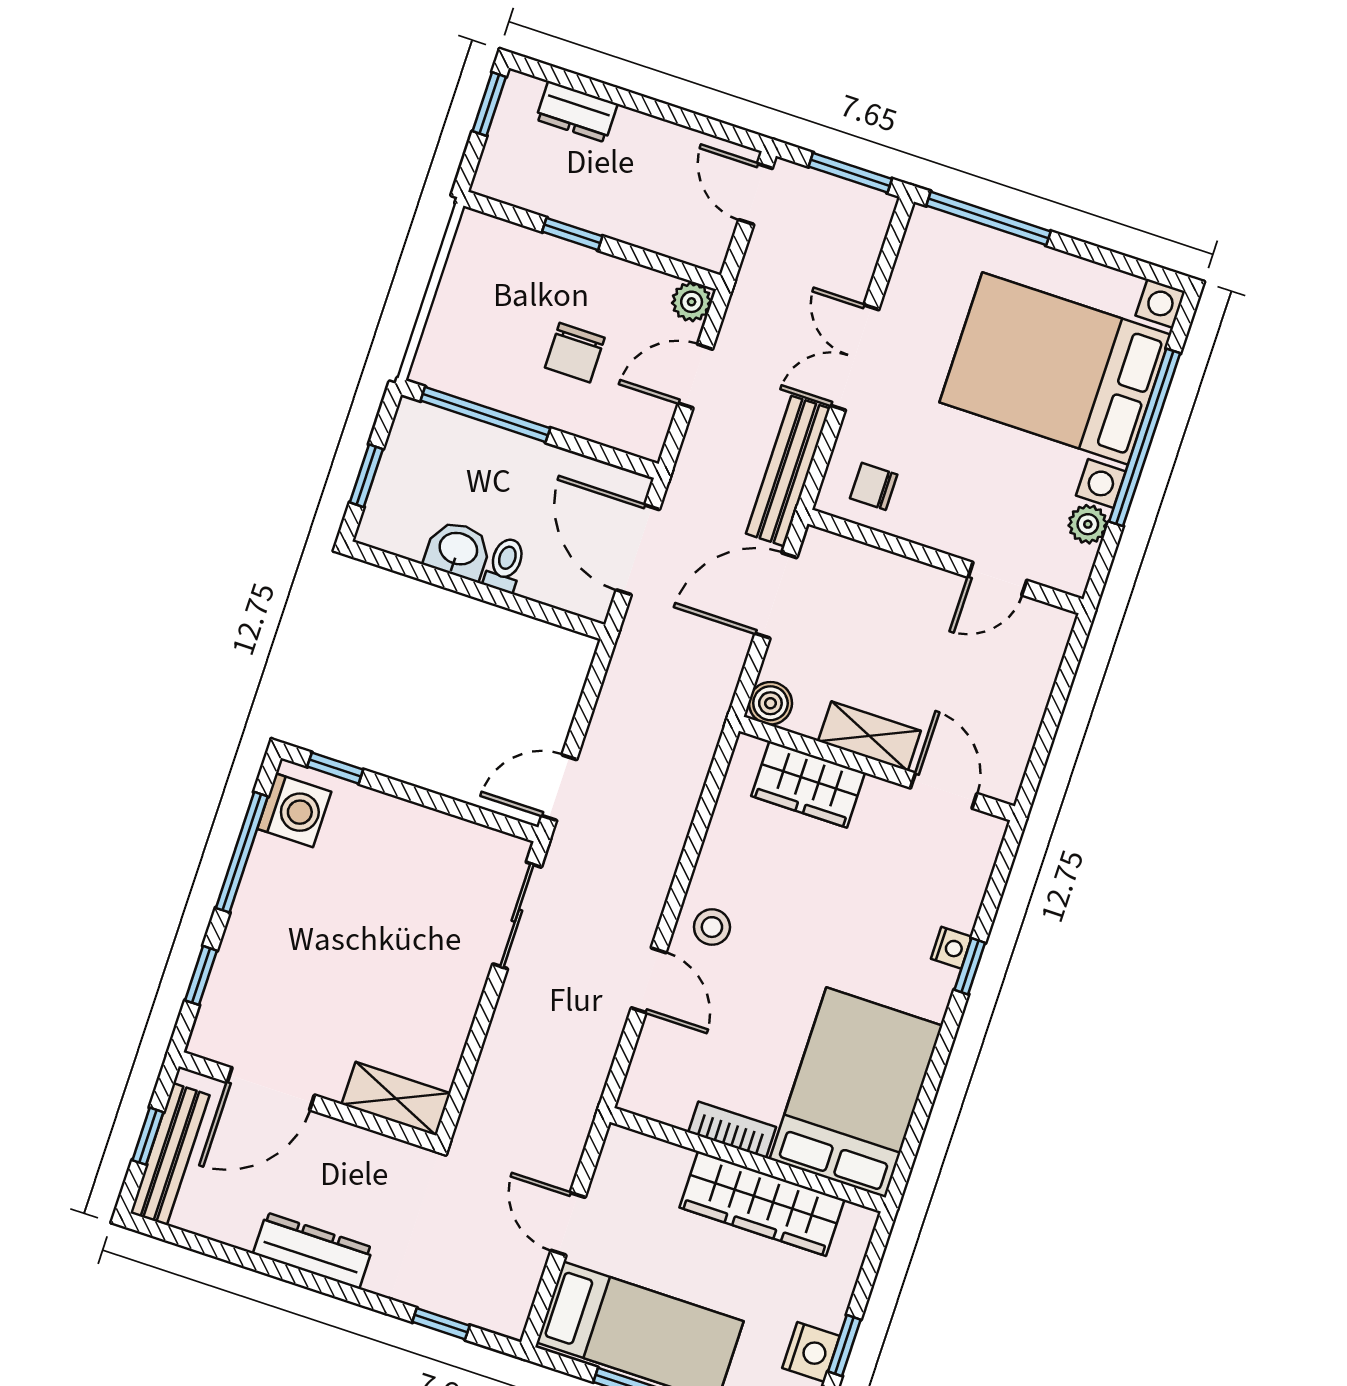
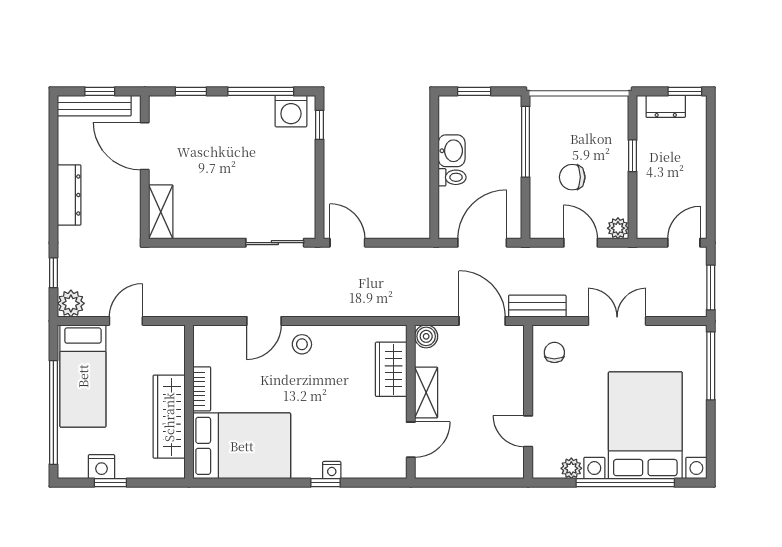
dresser: (577, 112) -> (666, 106), moved, turned -90
bench: (788, 471) -> (537, 306), width x0.73
plant: (505, 1311) -> (71, 303), added

